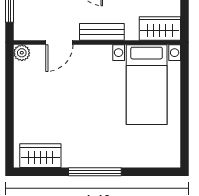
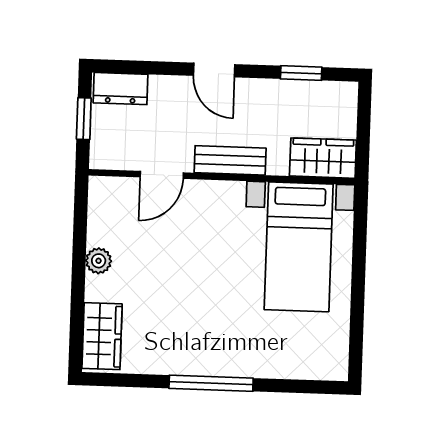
plant: (22, 53) -> (99, 261), moved
wardrobe: (40, 156) -> (102, 336), moved, turned 90

